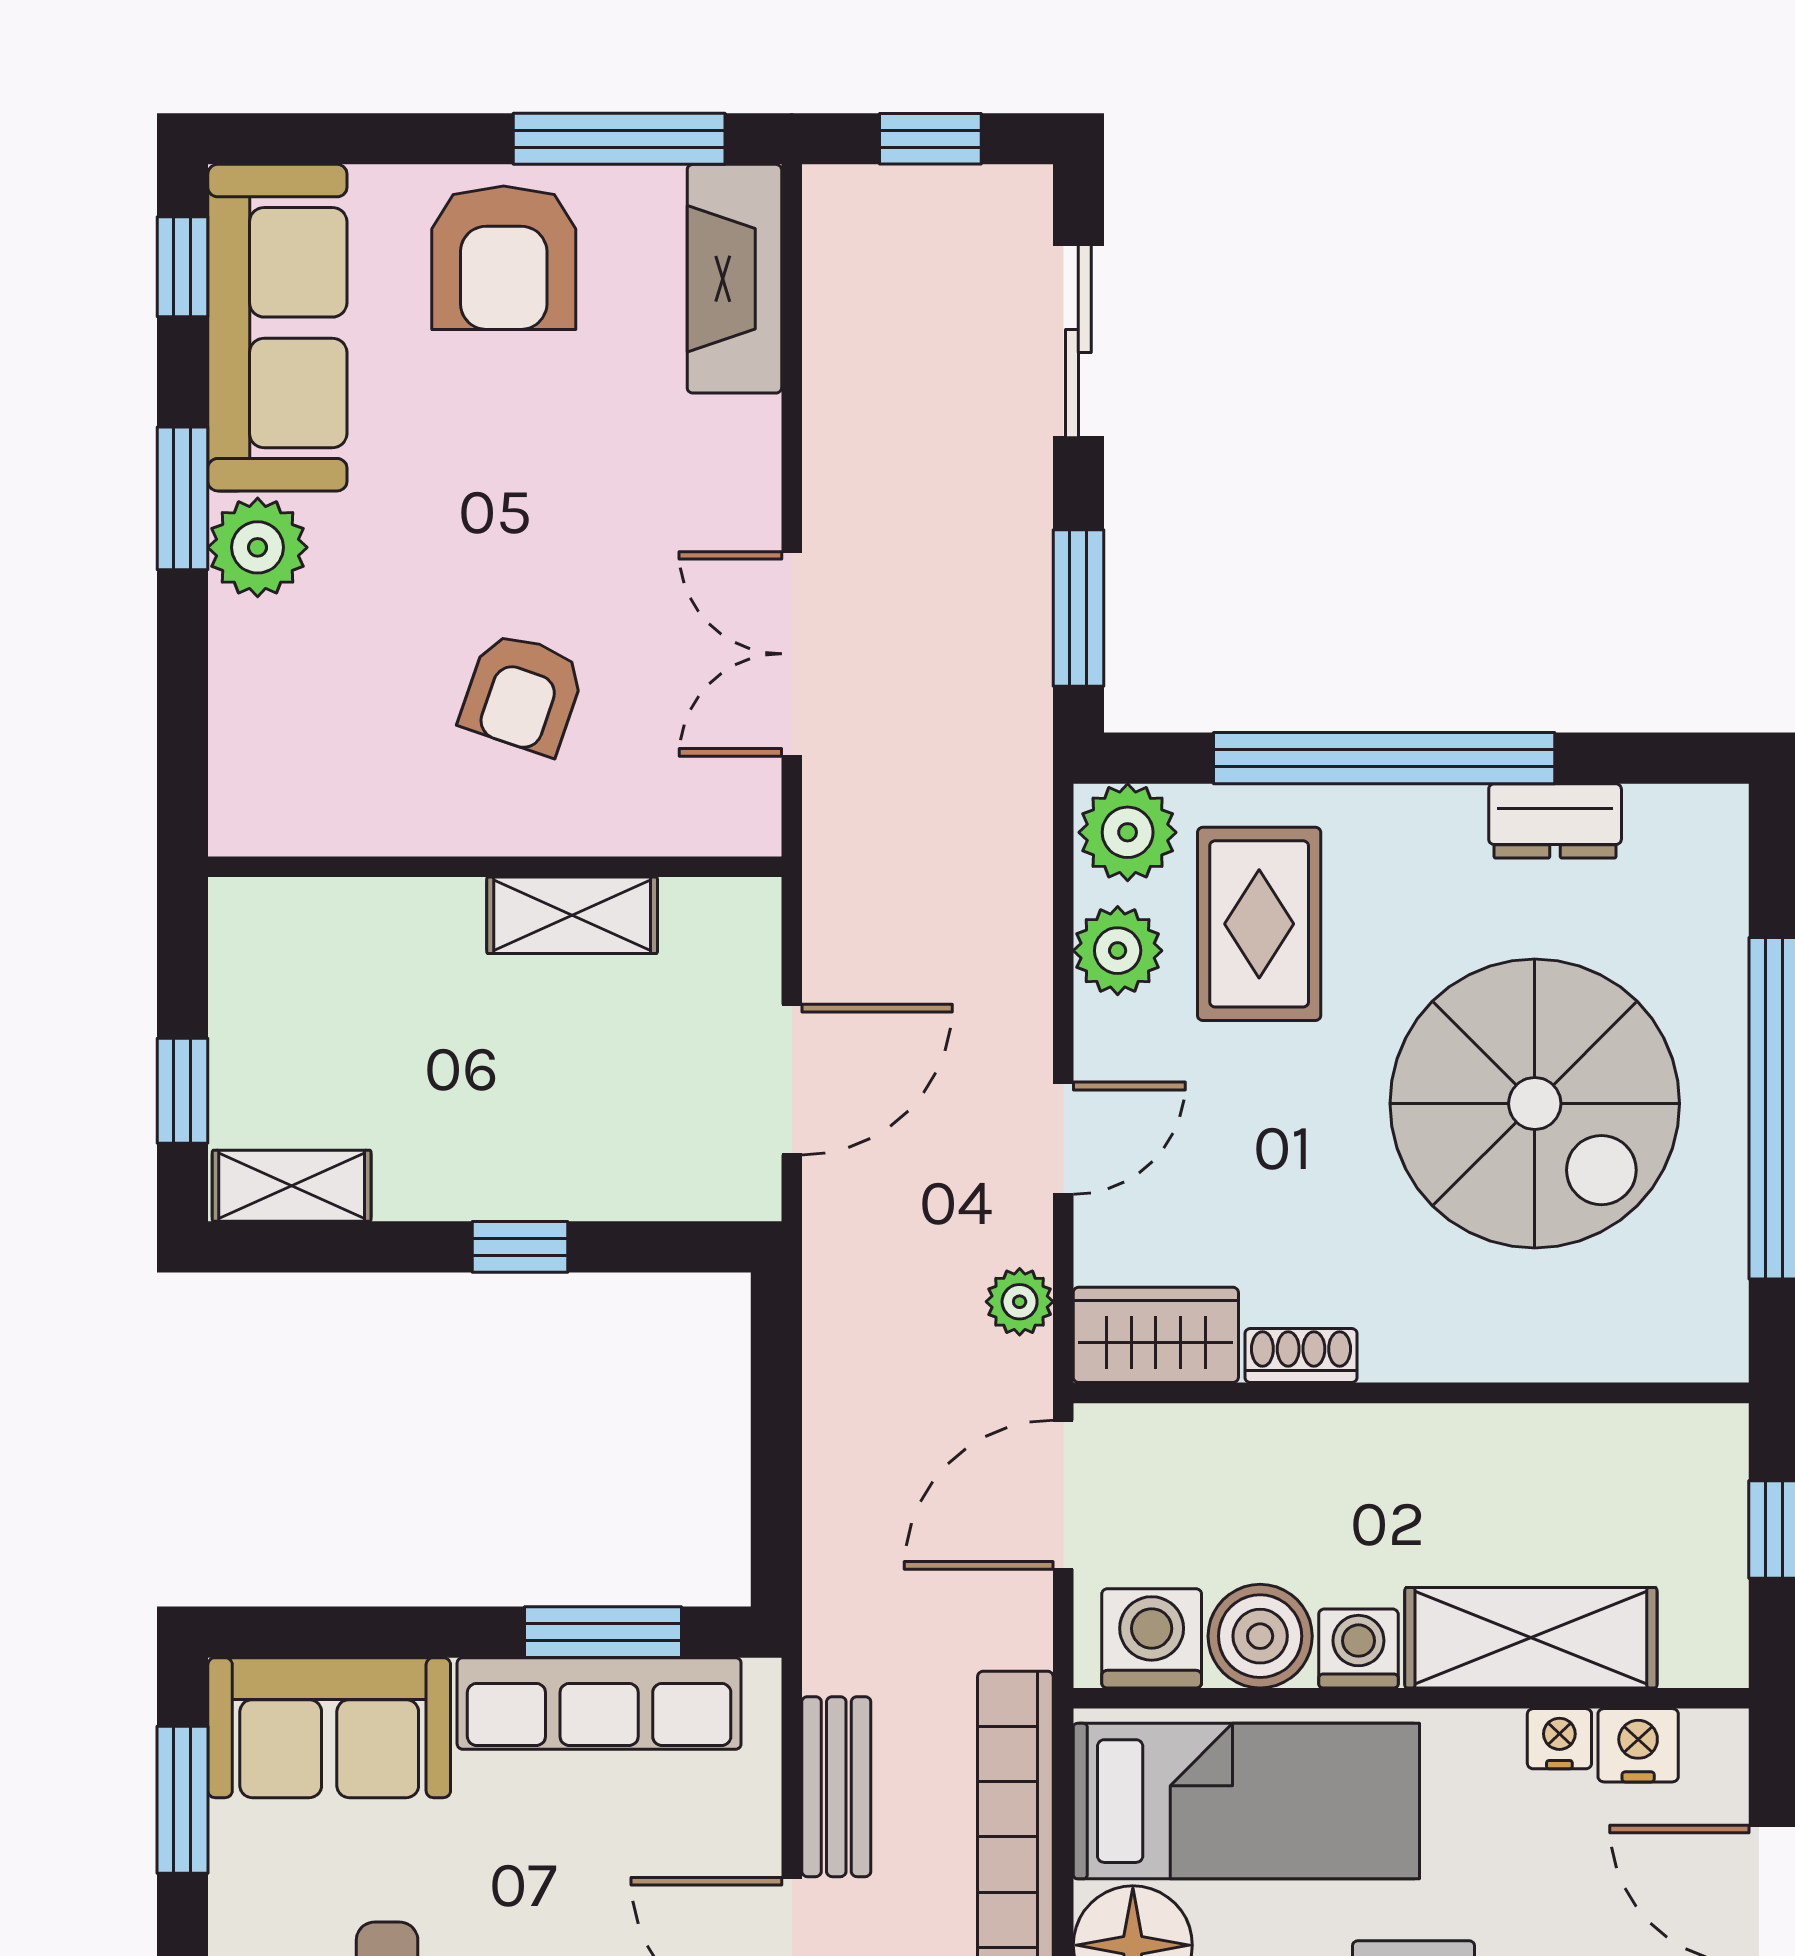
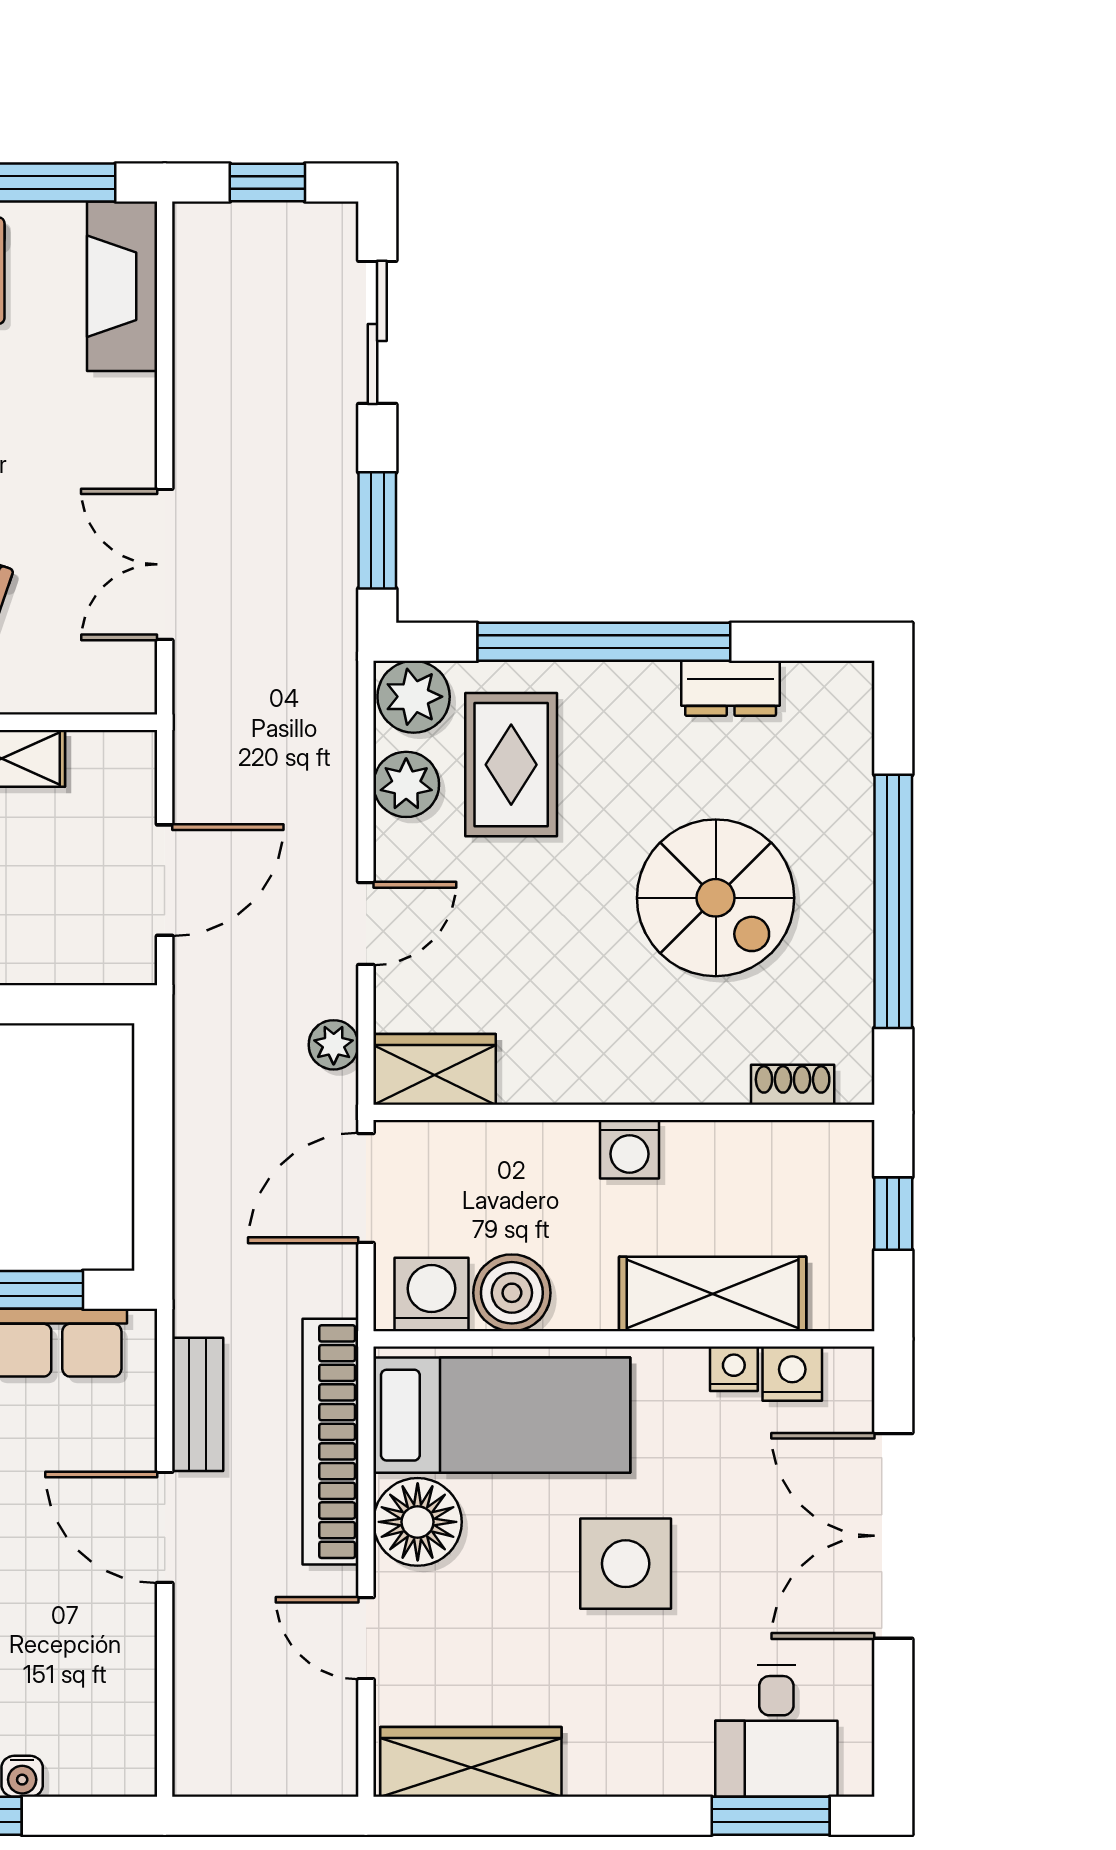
spiral stairs: (1535, 1104) -> (716, 898), width x0.73, depth x0.73
shoe rack: (1301, 1355) -> (793, 1085), moved
washing machine: (1358, 1649) -> (629, 1149), moved, turned 180

